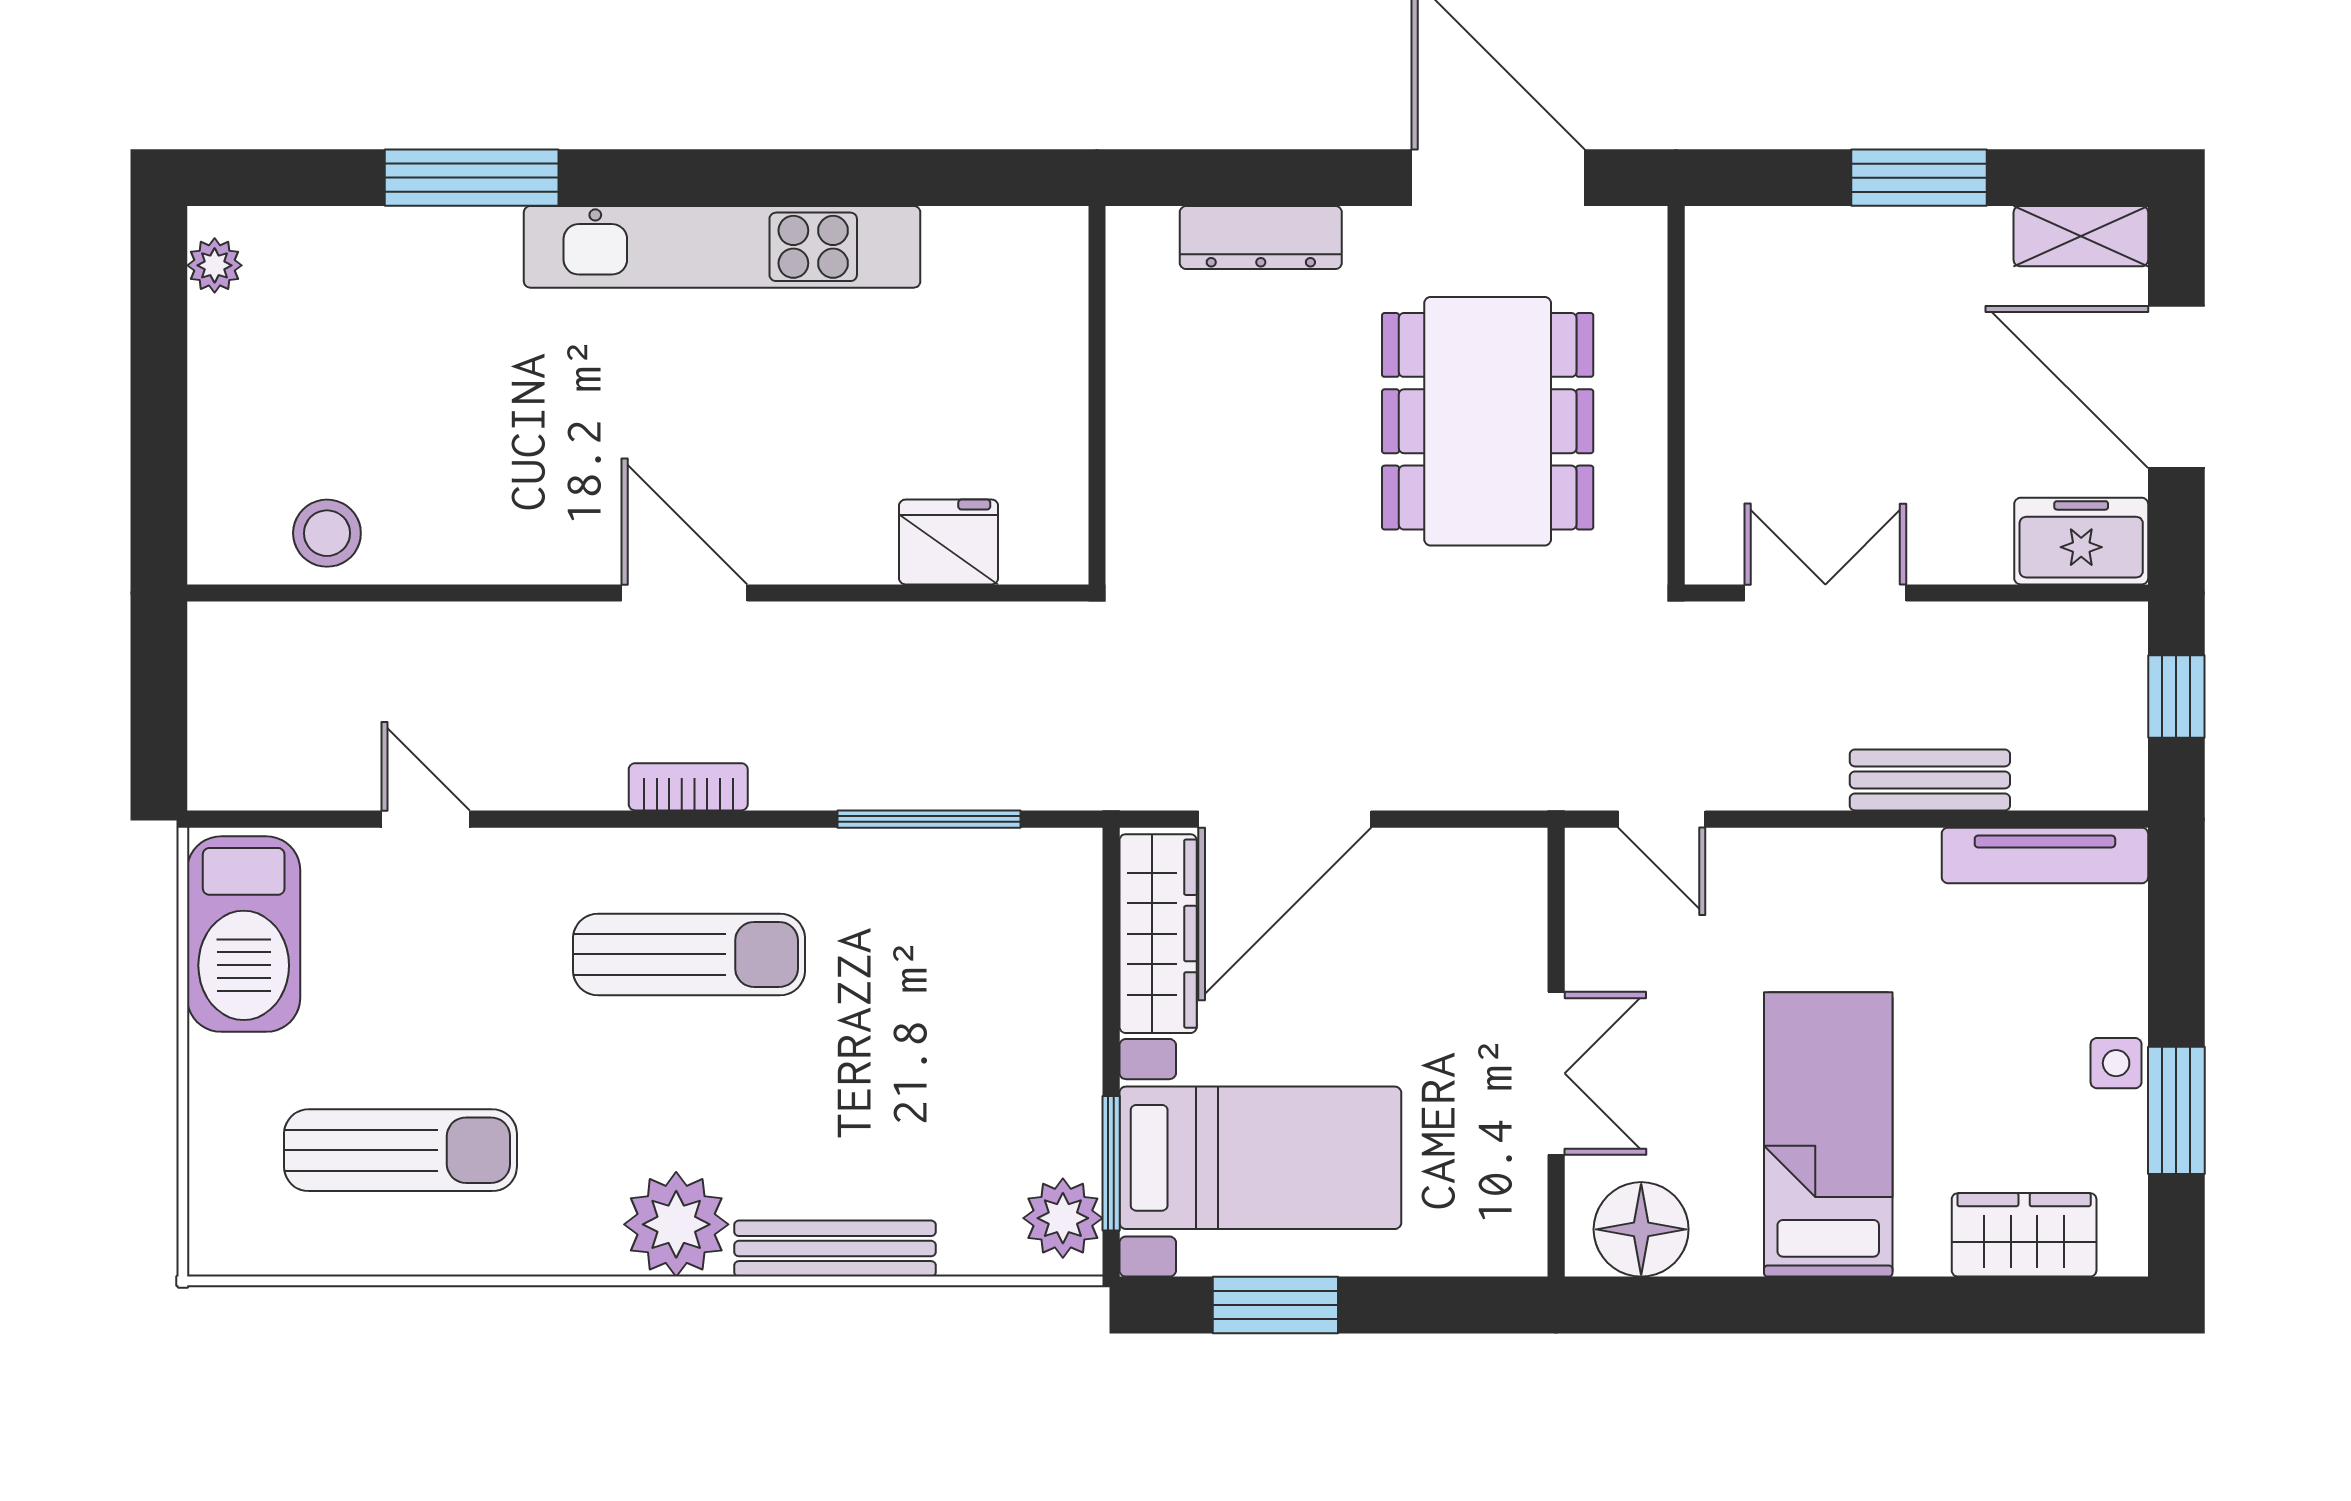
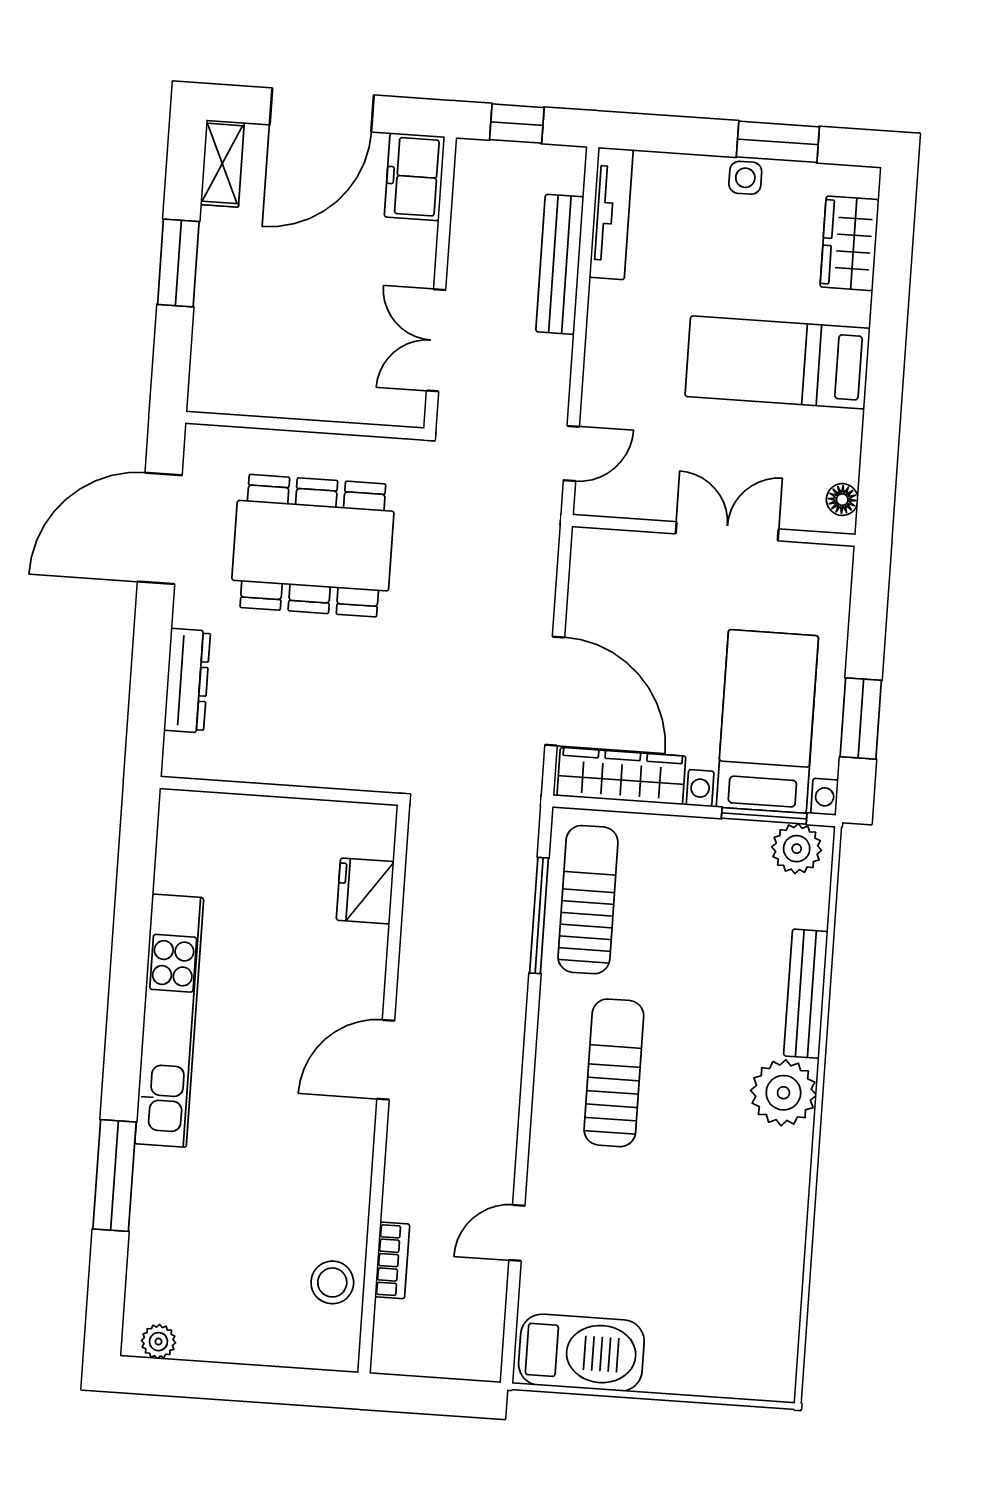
bench: (1930, 780) -> (560, 264), width x1.36
bookcase: (688, 787) -> (392, 1260), moved, turned 180
sun lounger: (400, 1150) -> (588, 900), moved
floor lamp: (1641, 1229) -> (842, 500), width x0.53, depth x0.53

